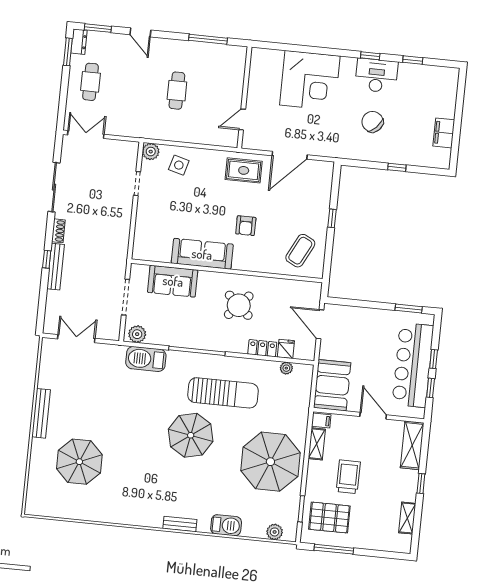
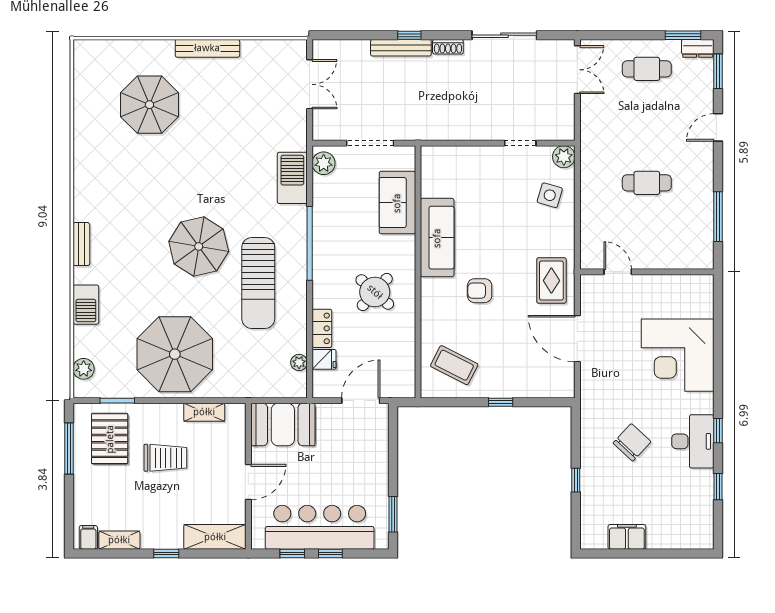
filing cabinet: (321, 421) -> (88, 537), moved, turned 180

